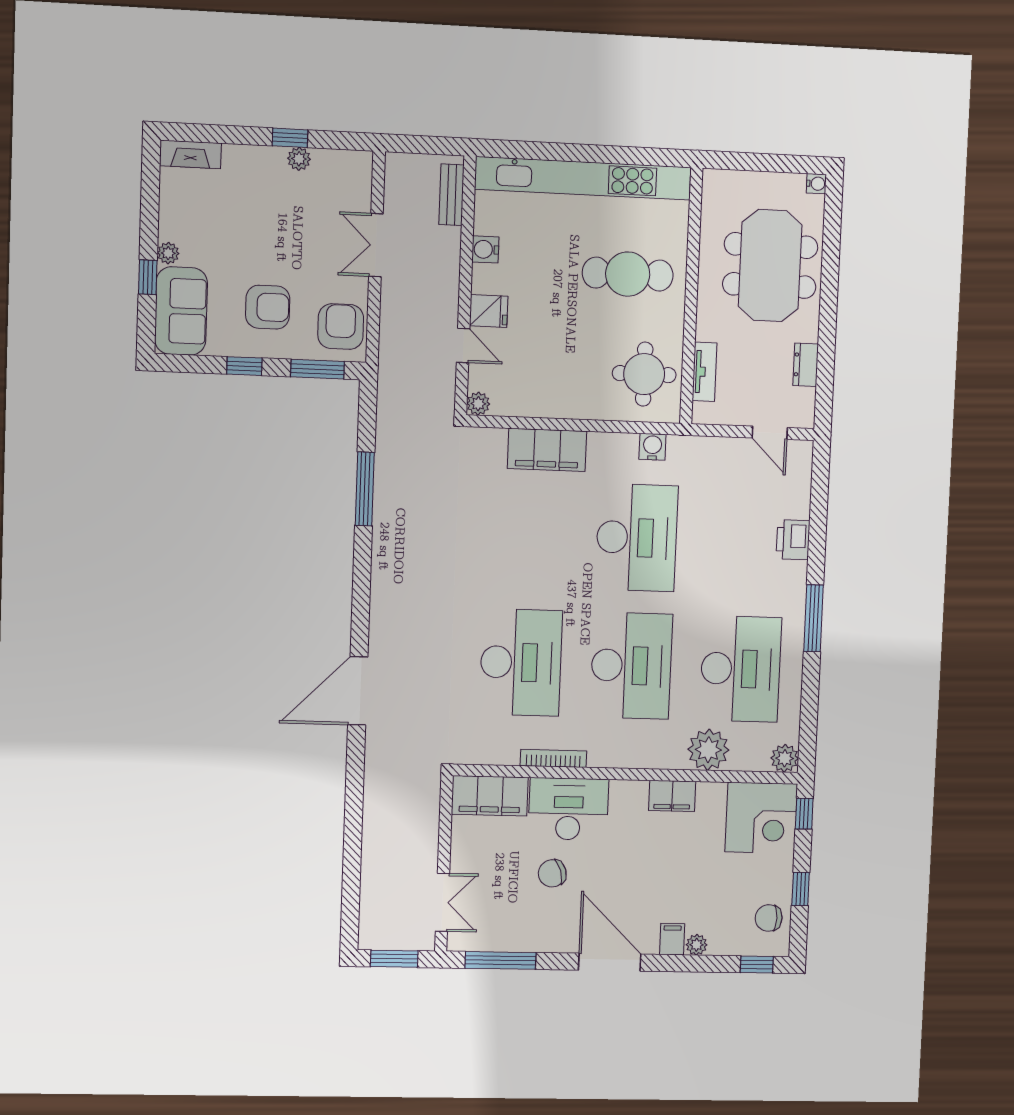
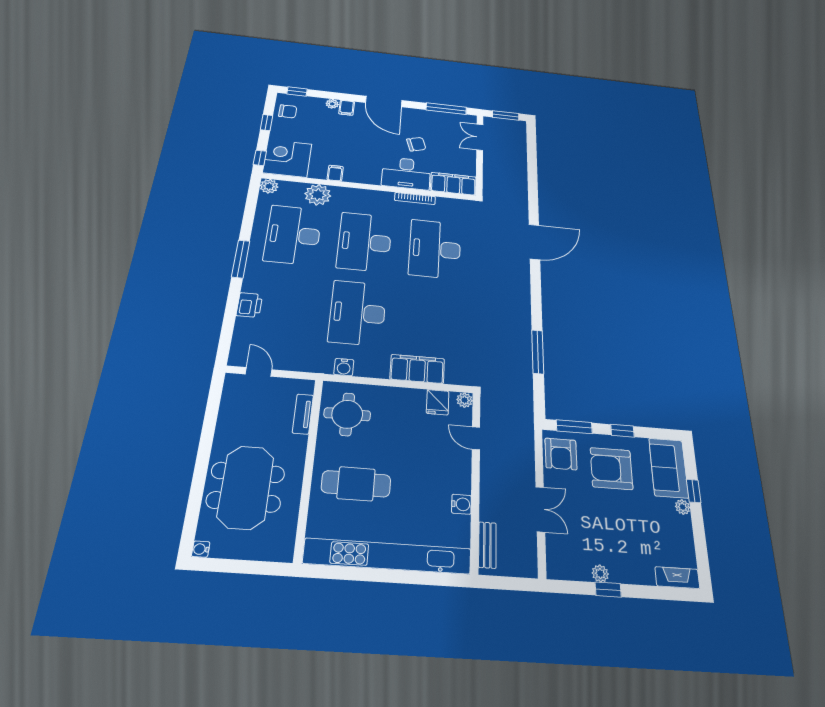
armchair: (268, 307) -> (611, 469), width x1.36, depth x1.36
fridge: (489, 311) -> (438, 402), moved, turned -90
dresser: (806, 365) -> (226, 416), removed
filing cabinet: (672, 796) -> (335, 173), width x0.50

